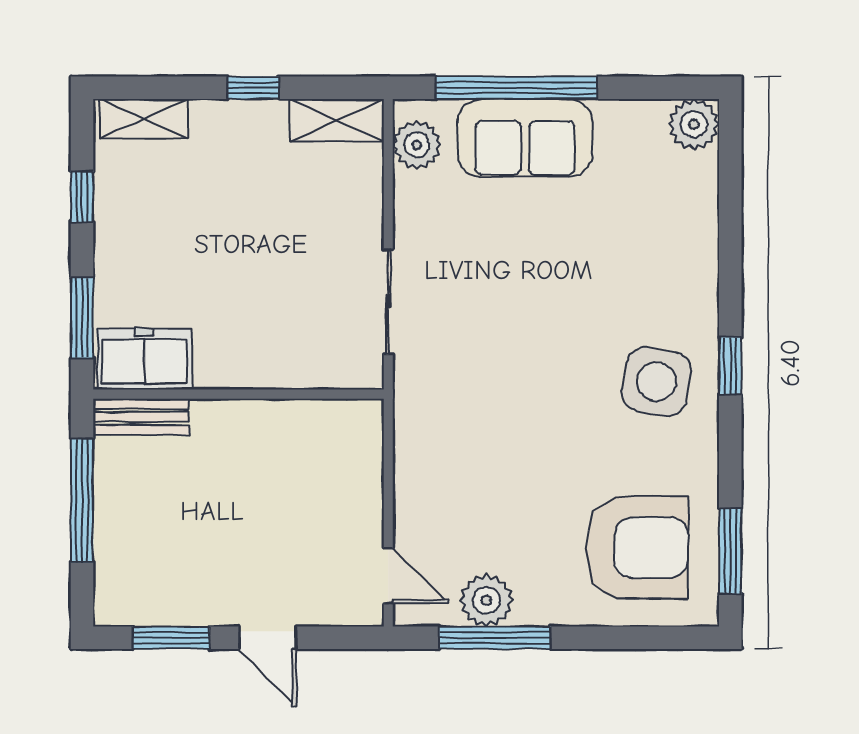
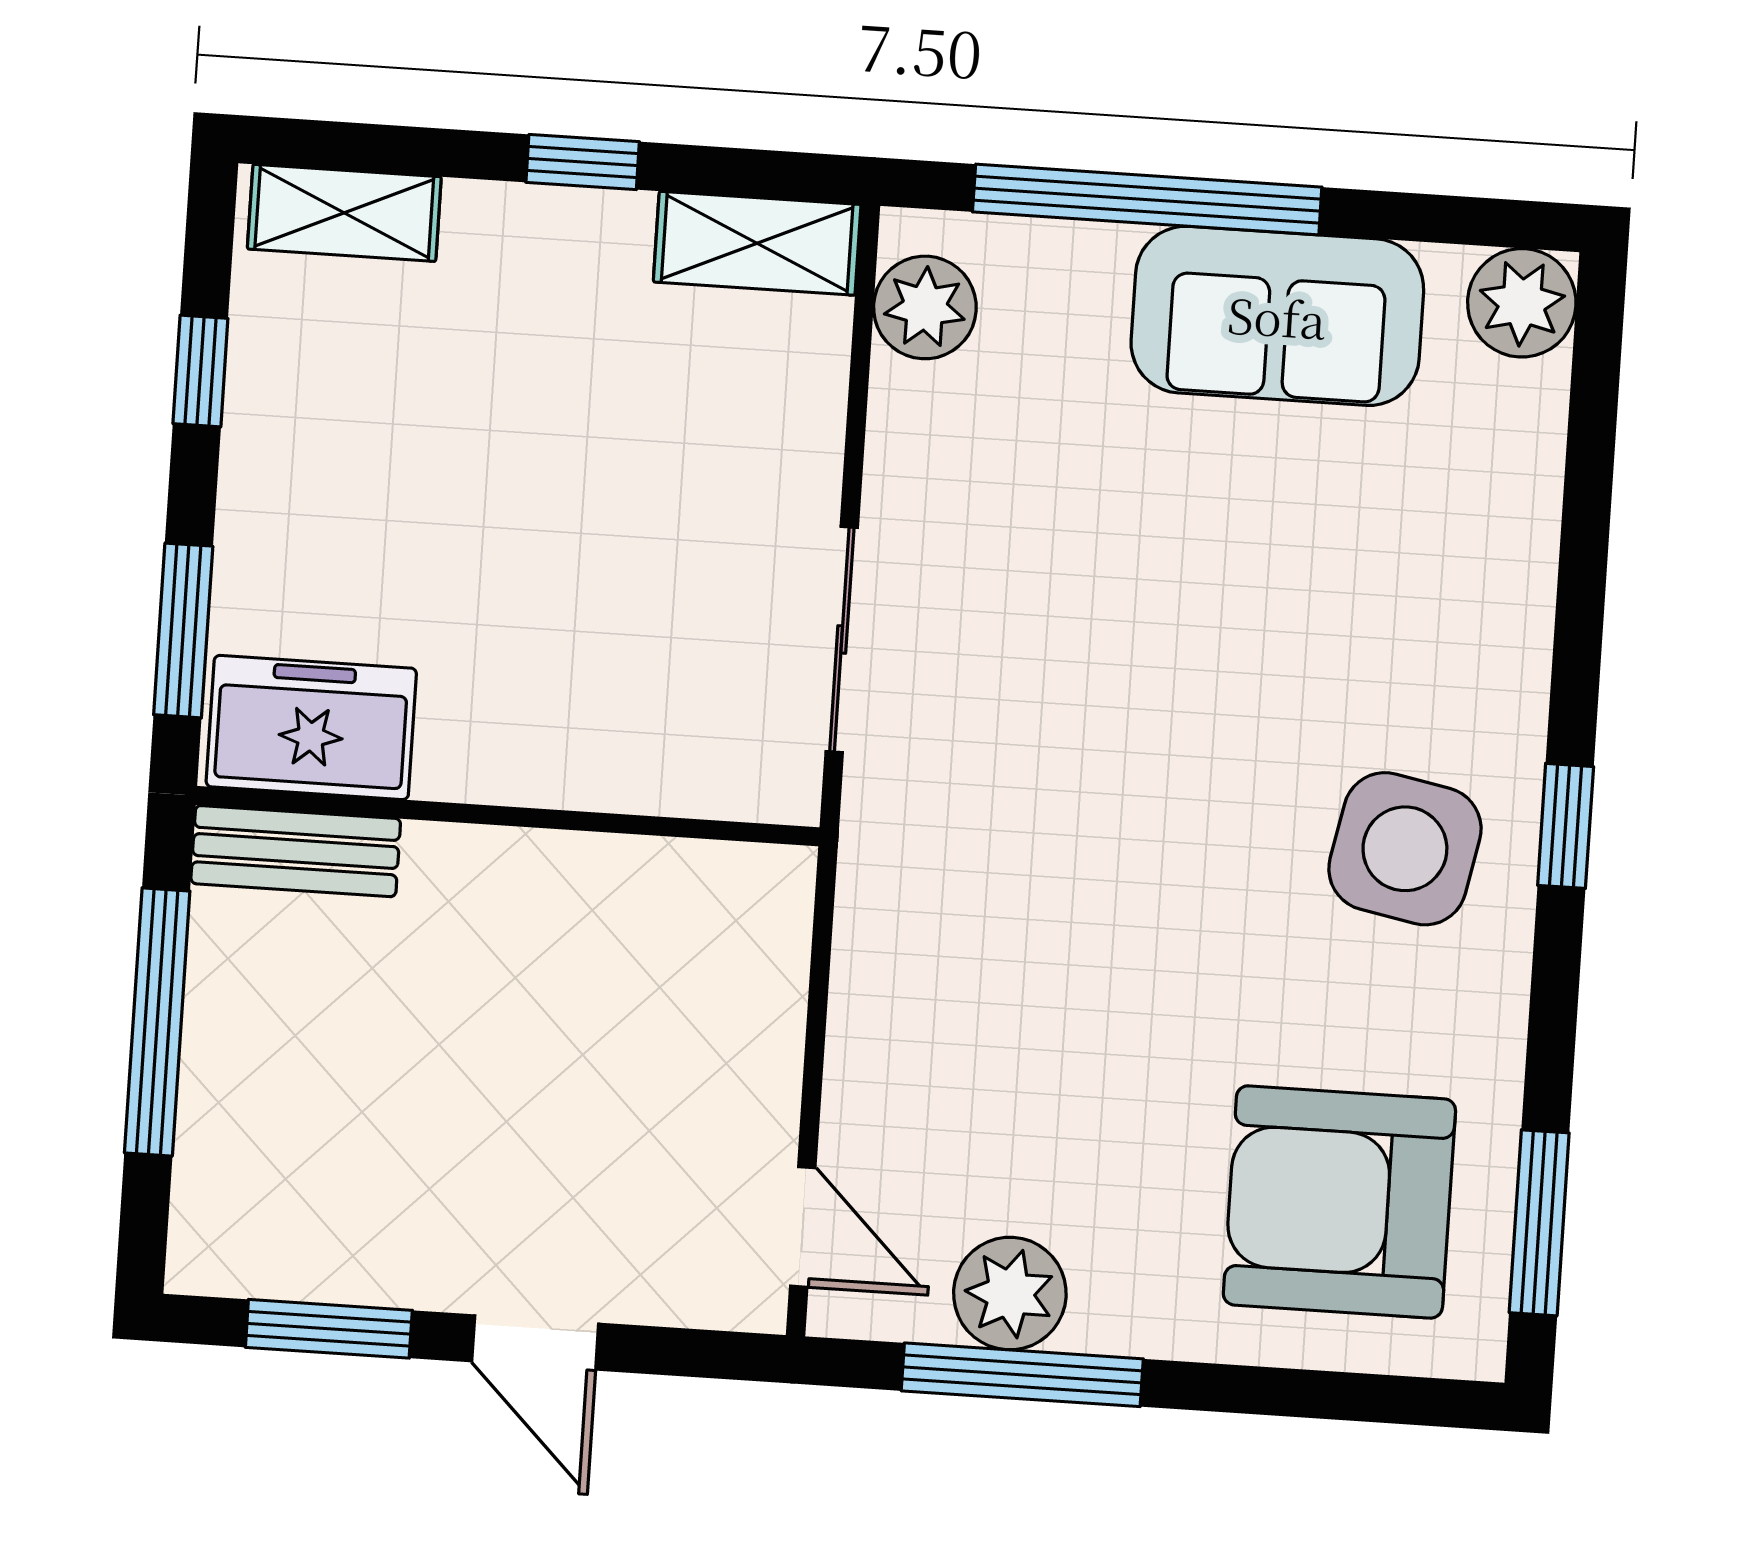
sofa: (525, 138) -> (1277, 316), moved
armchair: (637, 548) -> (1339, 1202), turned 180

